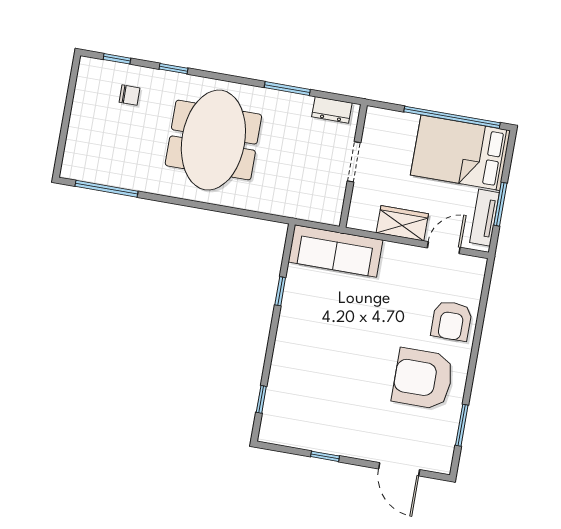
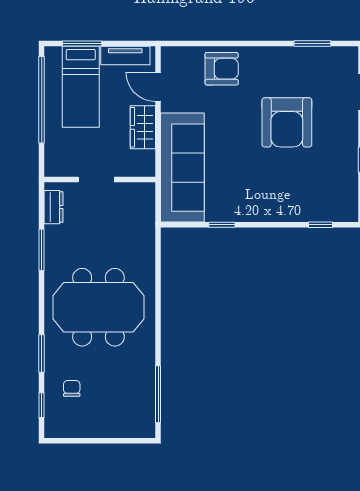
window: (174, 69) -> (42, 354), width x1.50
bed: (460, 153) -> (81, 87), width x0.67
window: (500, 204) -> (82, 43), moved
sofa: (336, 251) -> (182, 168), width x1.36, depth x1.27
armchair: (423, 379) -> (287, 122), moved

